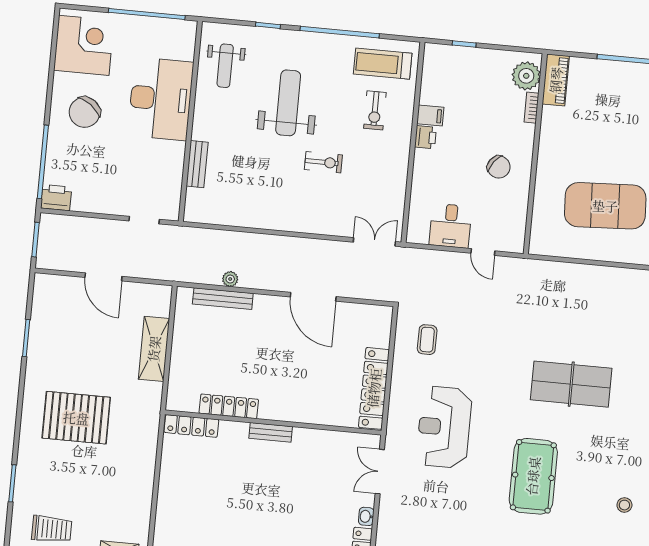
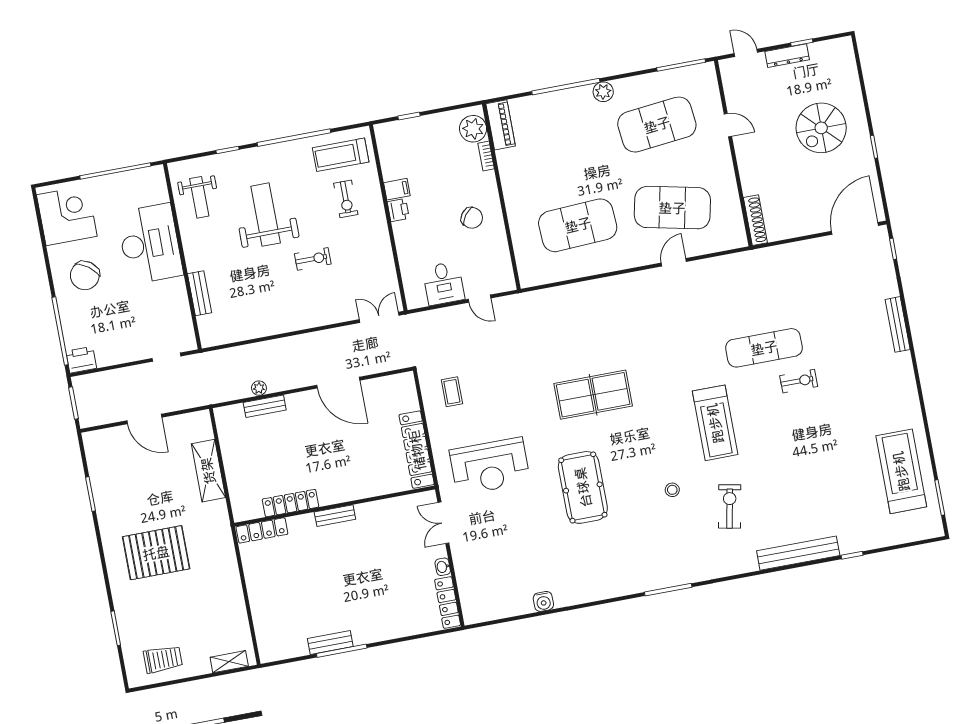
bench: (223, 299) -> (265, 406), width x0.73
reception desk: (444, 427) -> (490, 466), turned -90

